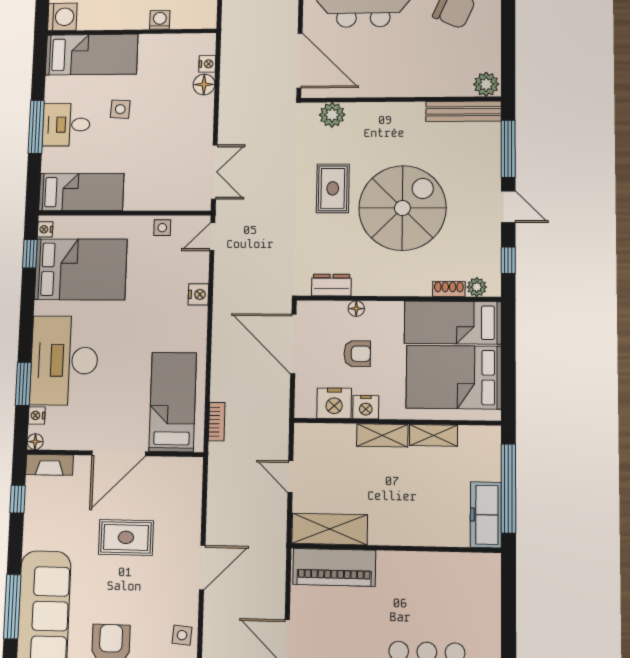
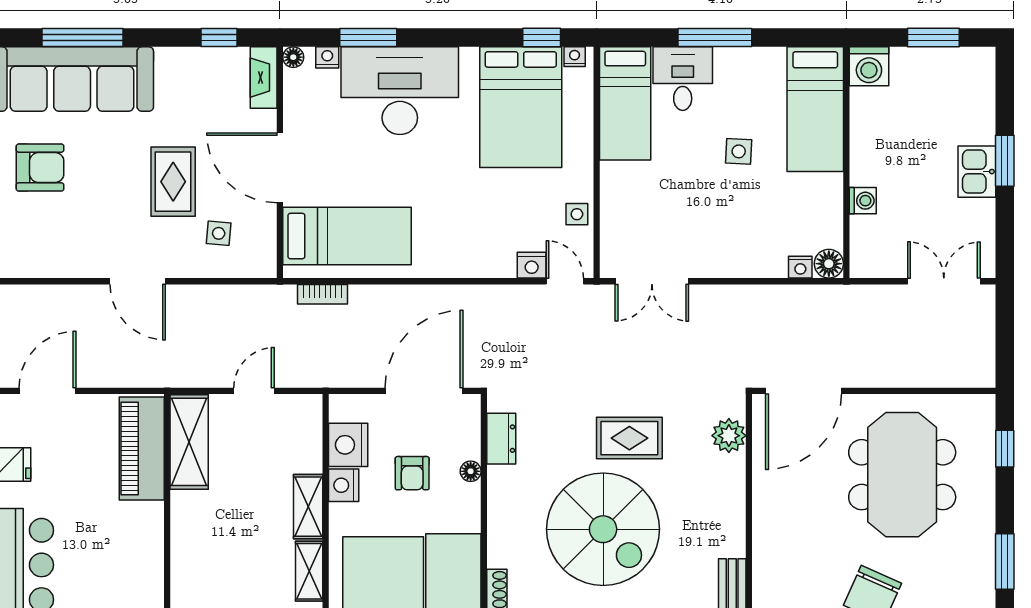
floor lamp: (204, 84) -> (829, 264), moved
desk: (66, 125) -> (683, 79), moved
nightstand: (198, 294) -> (532, 265), moved
side table: (182, 635) -> (219, 233), moved

